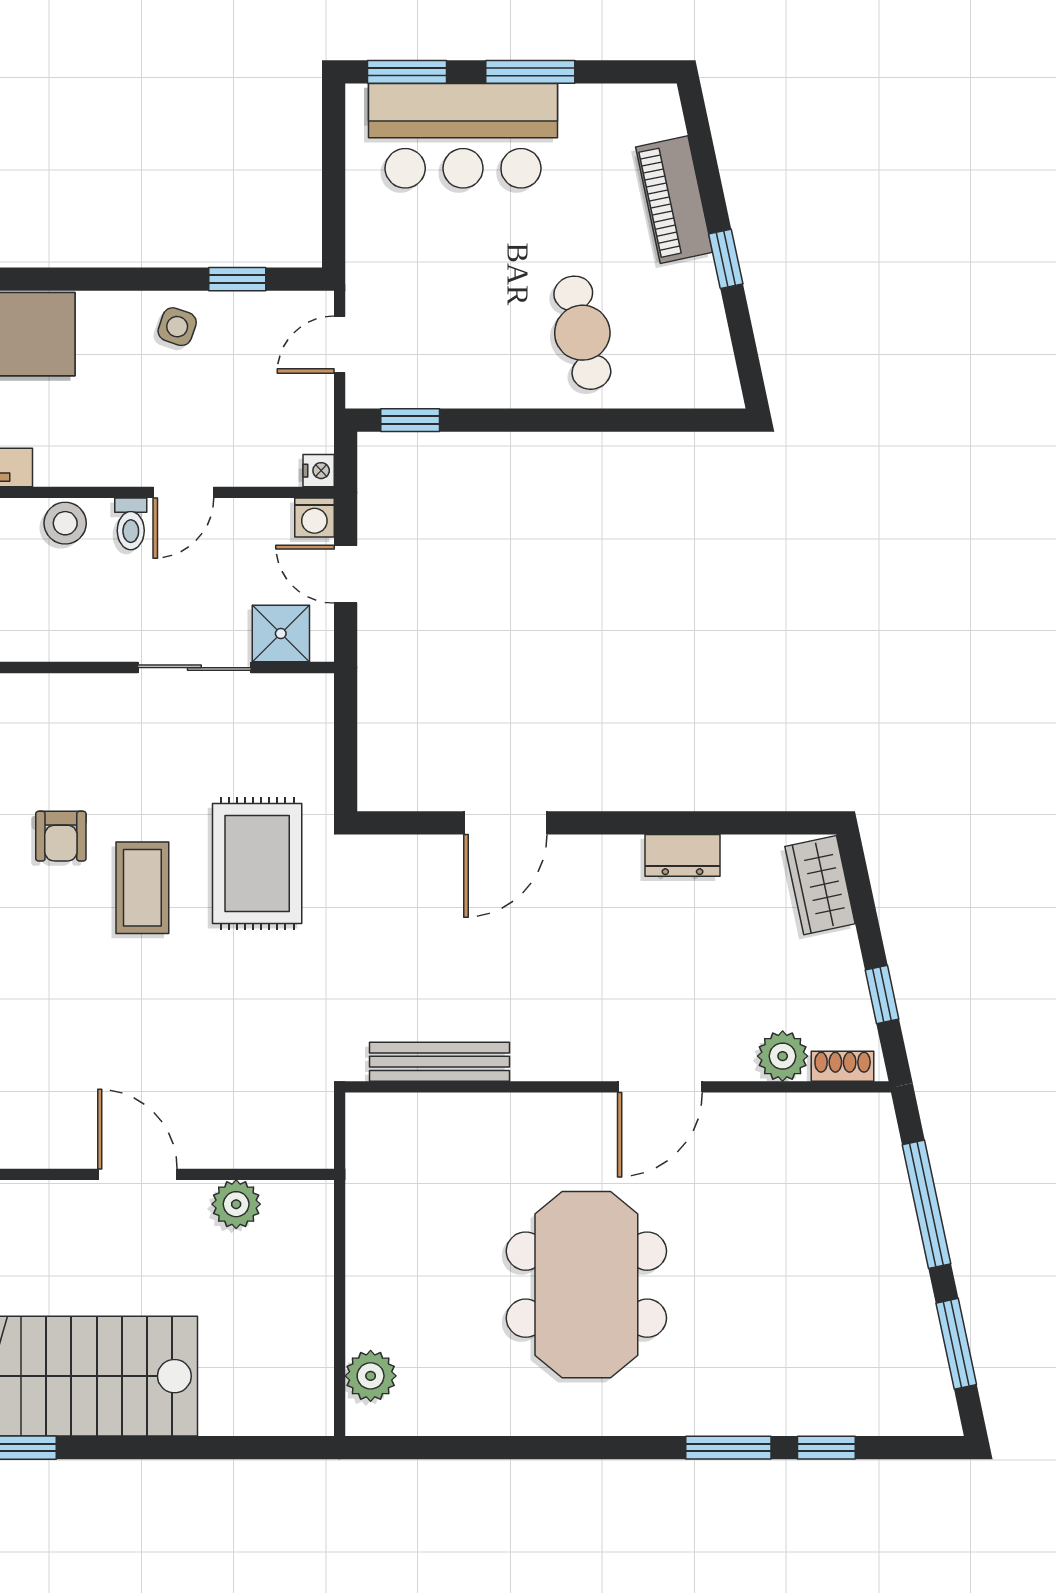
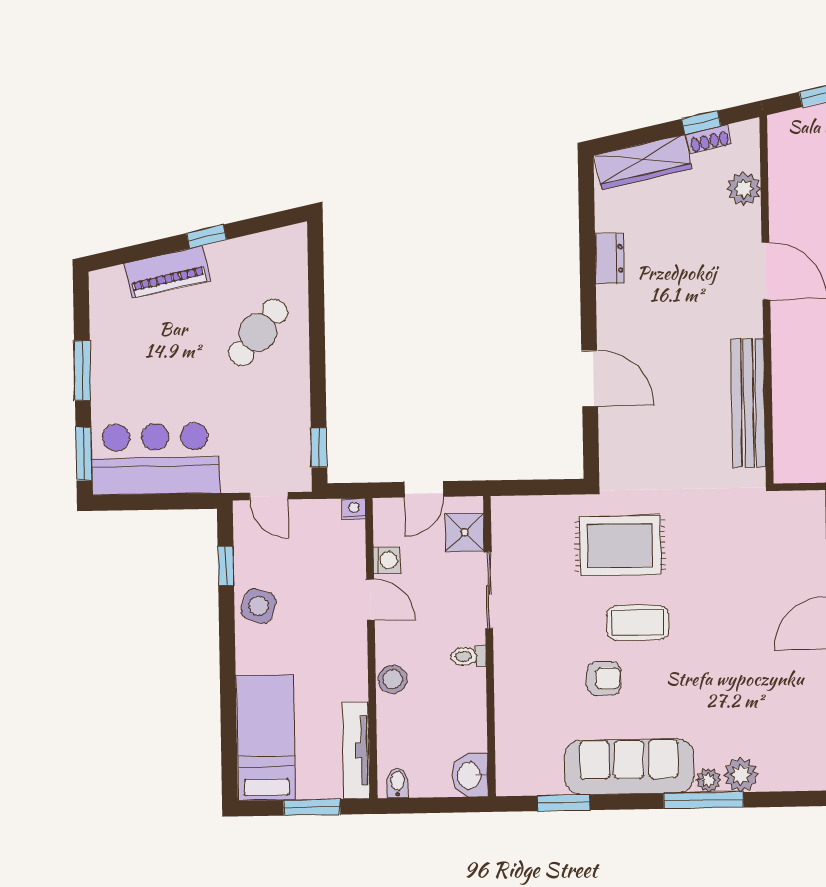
bar counter: (463, 136) -> (156, 459), moved, turned -90
side table: (177, 327) -> (259, 606), width x1.37, depth x1.37
cafe table: (582, 333) -> (258, 332), turned -37
washing machine: (314, 518) -> (387, 560), moved
toilet: (131, 524) -> (468, 656), moved, turned 180
wardrobe: (820, 885) -> (643, 162), width x1.50
bench: (439, 1062) -> (749, 403), width x1.37, depth x1.21
shoe rack: (843, 1066) -> (709, 139), moved, turned -102

